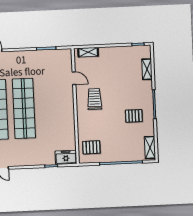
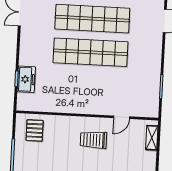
trolley: (94, 99) -> (93, 140), turned 180
freezer: (66, 157) -> (26, 79), moved

